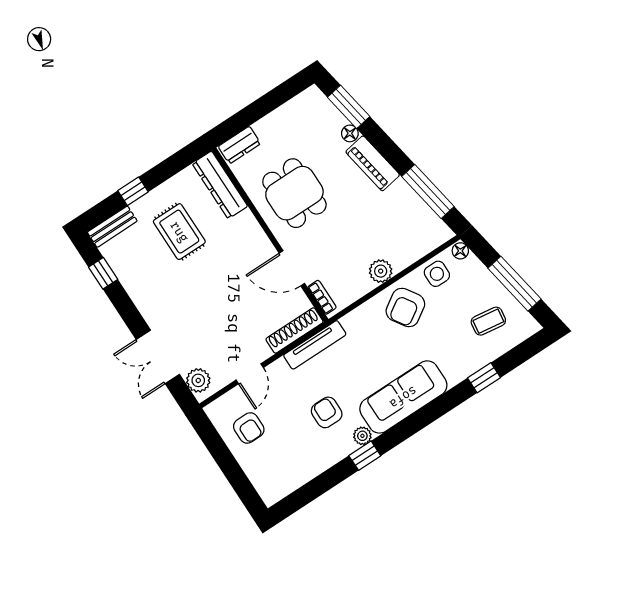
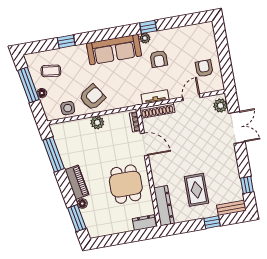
floor lamp: (460, 251) -> (42, 93), moved
tv unit: (315, 345) -> (155, 97), width x0.71

